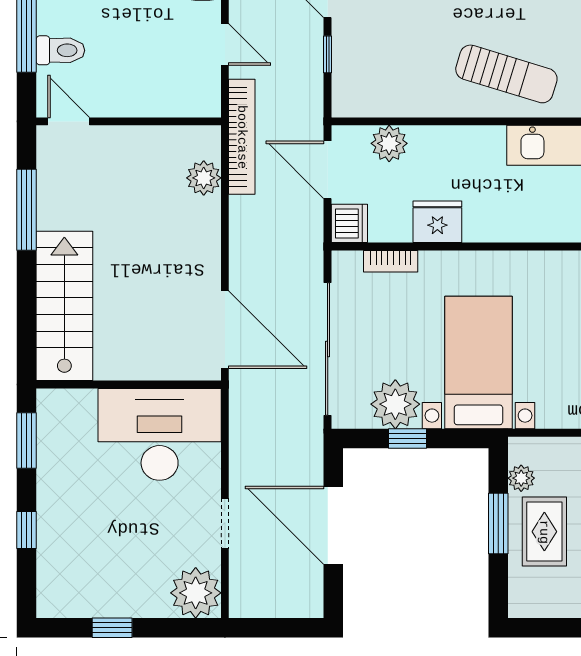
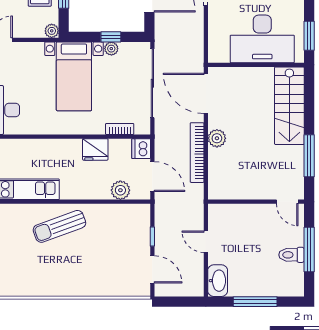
toilet: (60, 50) -> (291, 255), moved
sun lounger: (506, 74) -> (59, 226), turned -37
bookcase: (242, 137) -> (197, 153), moved
plant: (204, 178) -> (217, 138), moved
plant: (395, 404) -> (111, 49), width x0.53, depth x0.53
desk: (160, 434) -> (262, 39), moved
plant: (521, 478) -> (52, 31), moved

